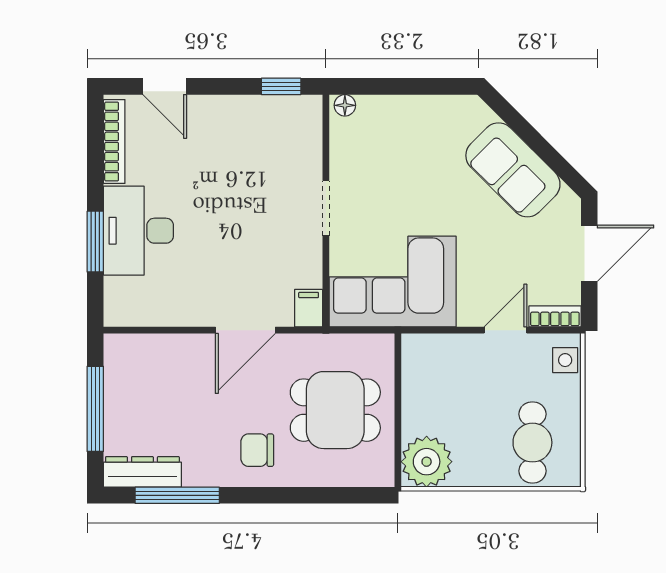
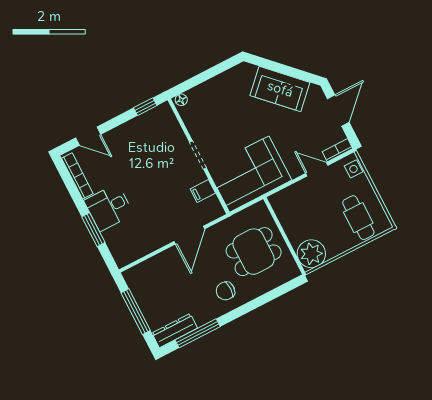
desk: (138, 231) -> (109, 207), width x0.73
filing cabinet: (309, 308) -> (203, 191), moved, turned -90
door: (505, 330) -> (317, 169), hinge flipped

